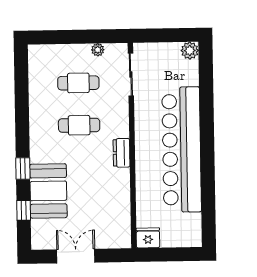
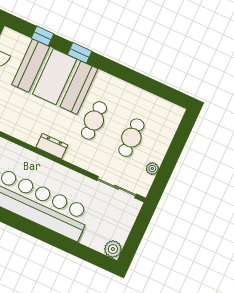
booth: (48, 191) -> (55, 77), width x1.36, depth x1.42

